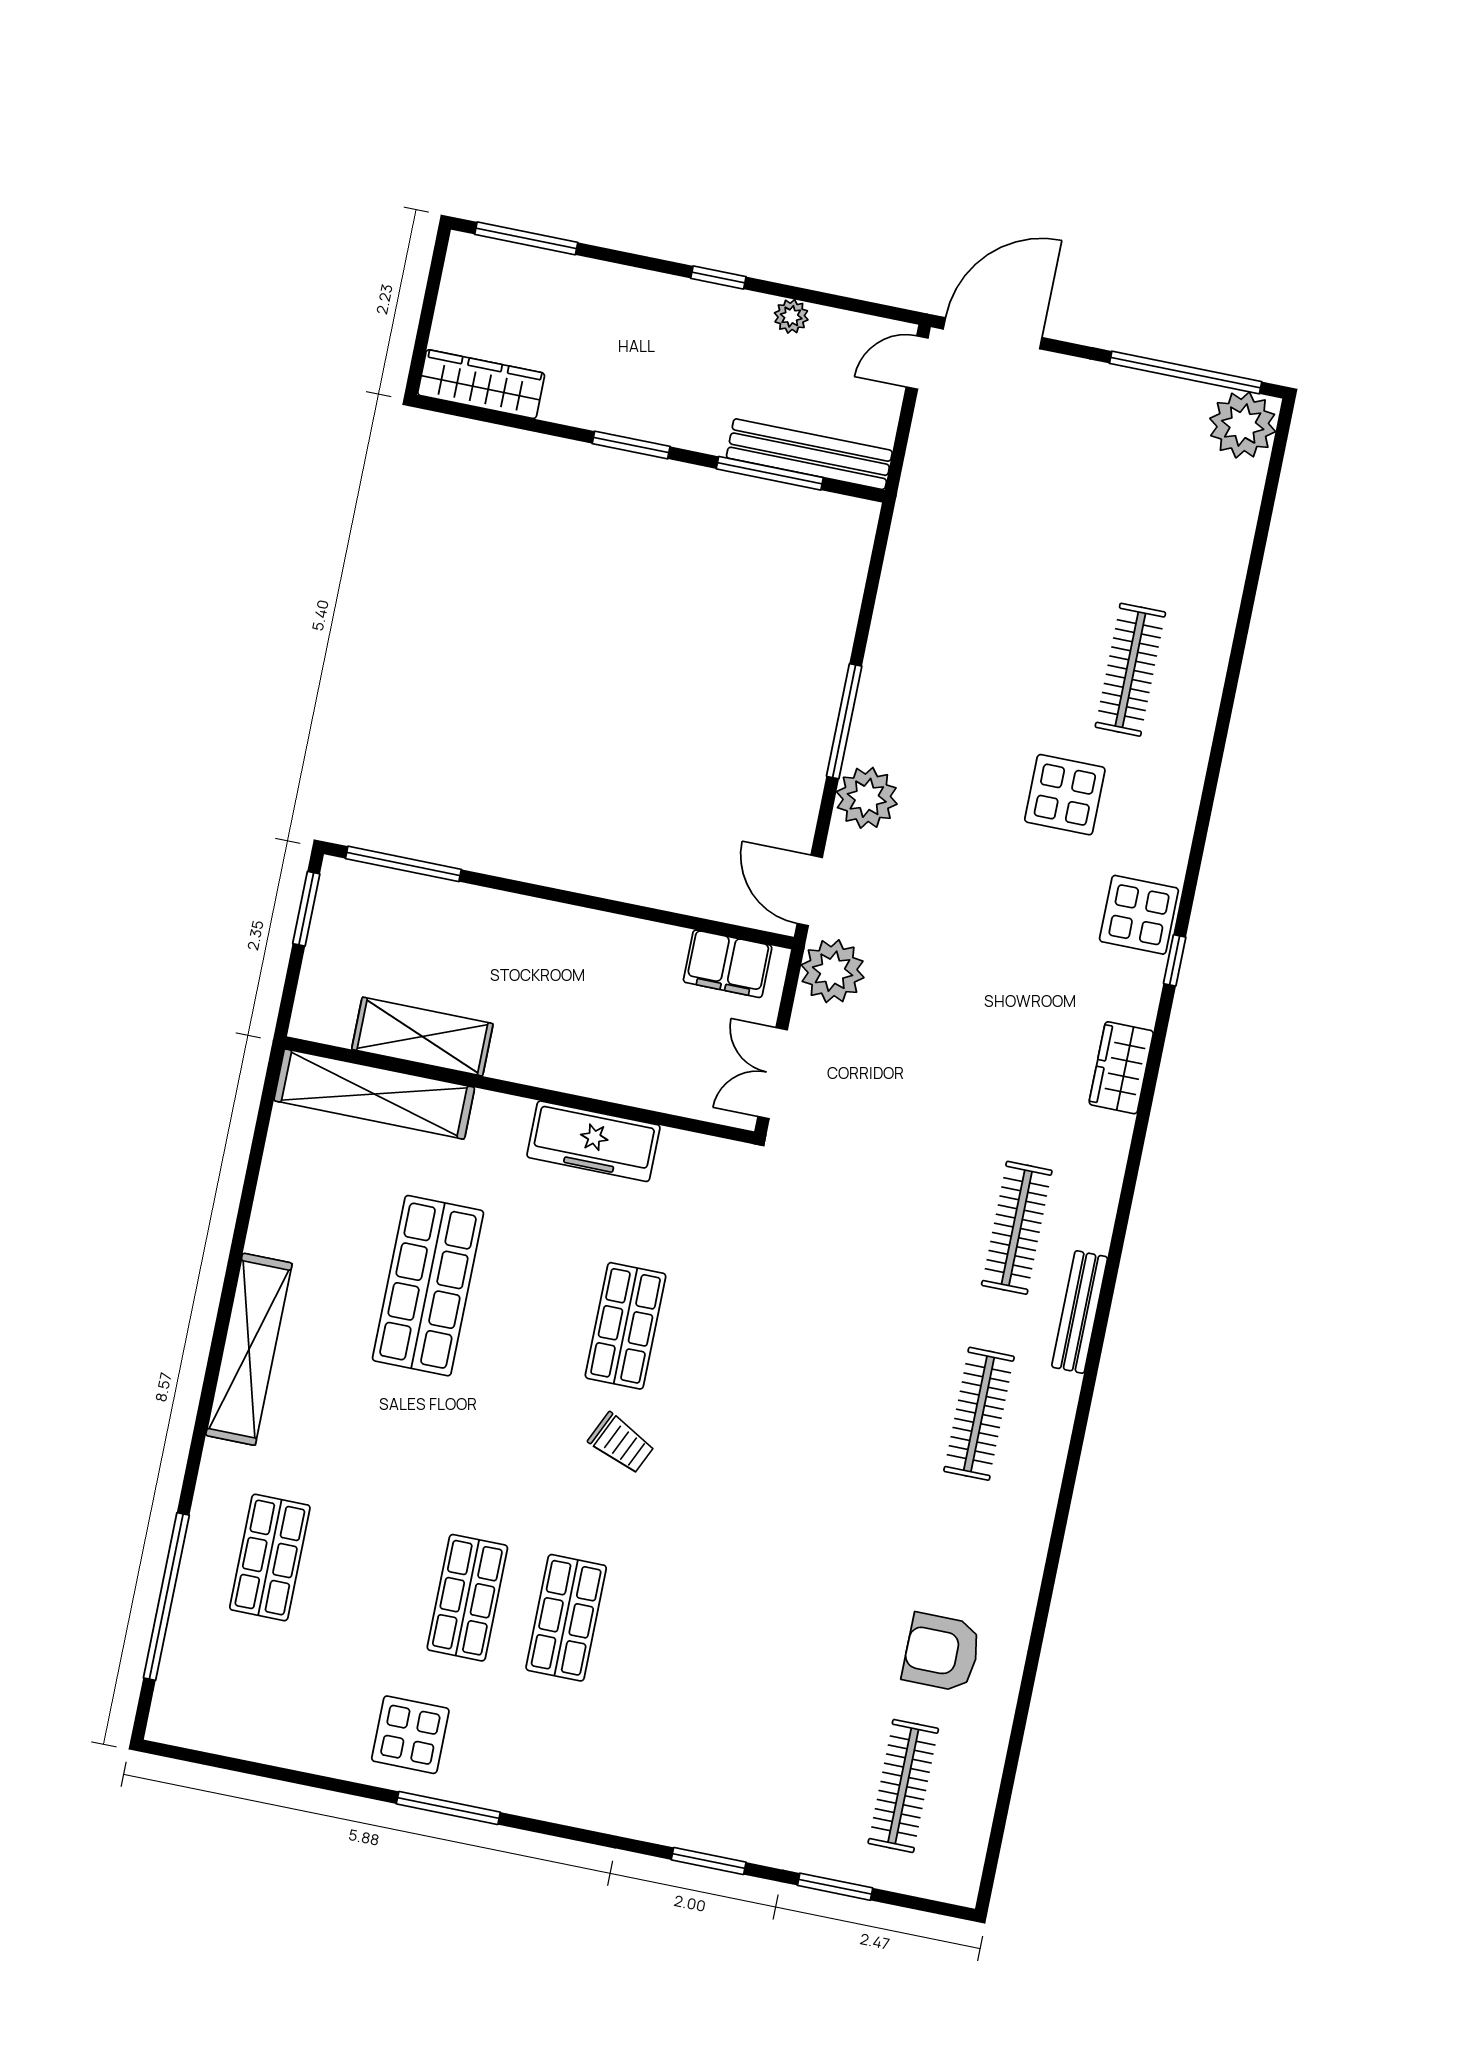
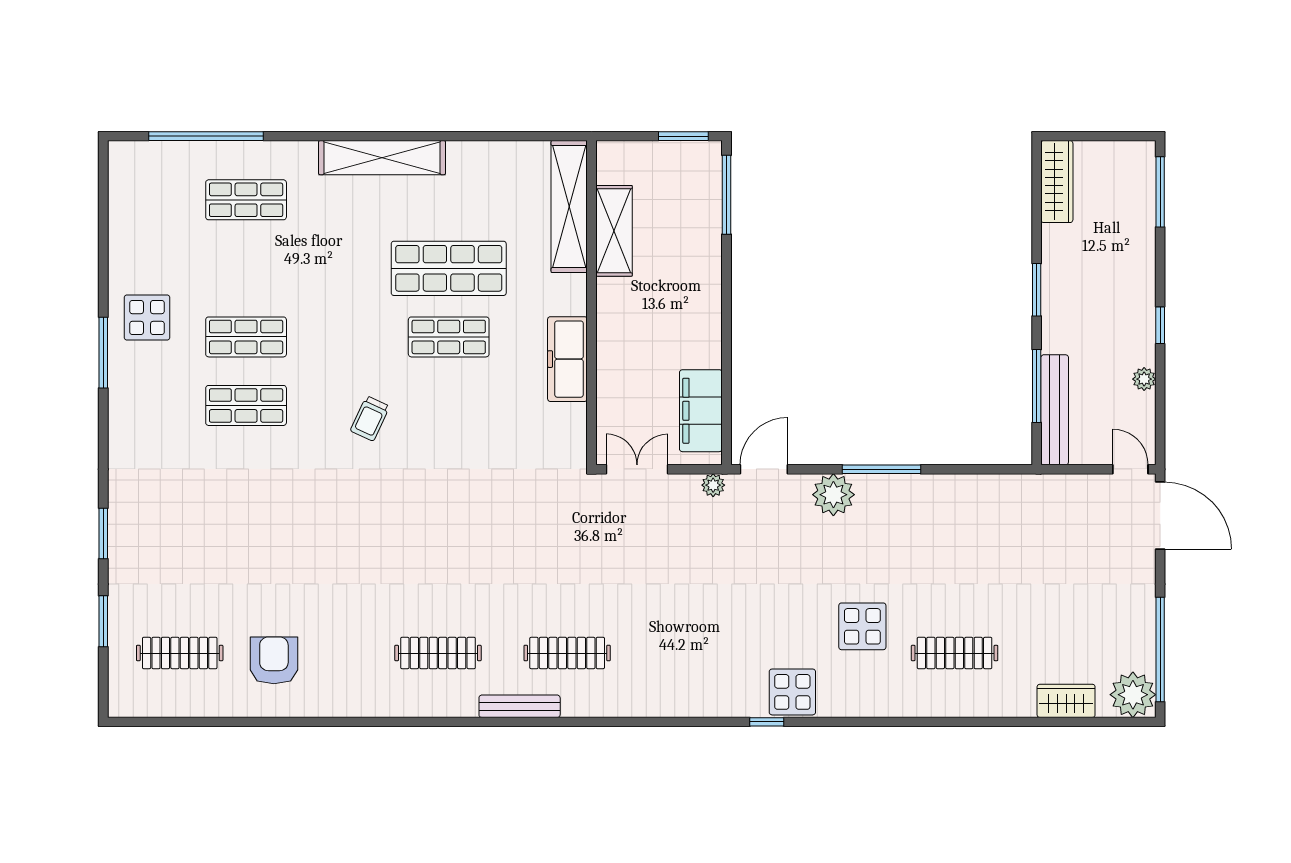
filing cabinet: (728, 964) -> (701, 411), width x1.50, depth x1.17
plant: (833, 971) -> (713, 485), width x0.53, depth x0.53
wardrobe: (1121, 1068) -> (1066, 701), moved
shop shelf: (626, 1326) -> (449, 337), moved

